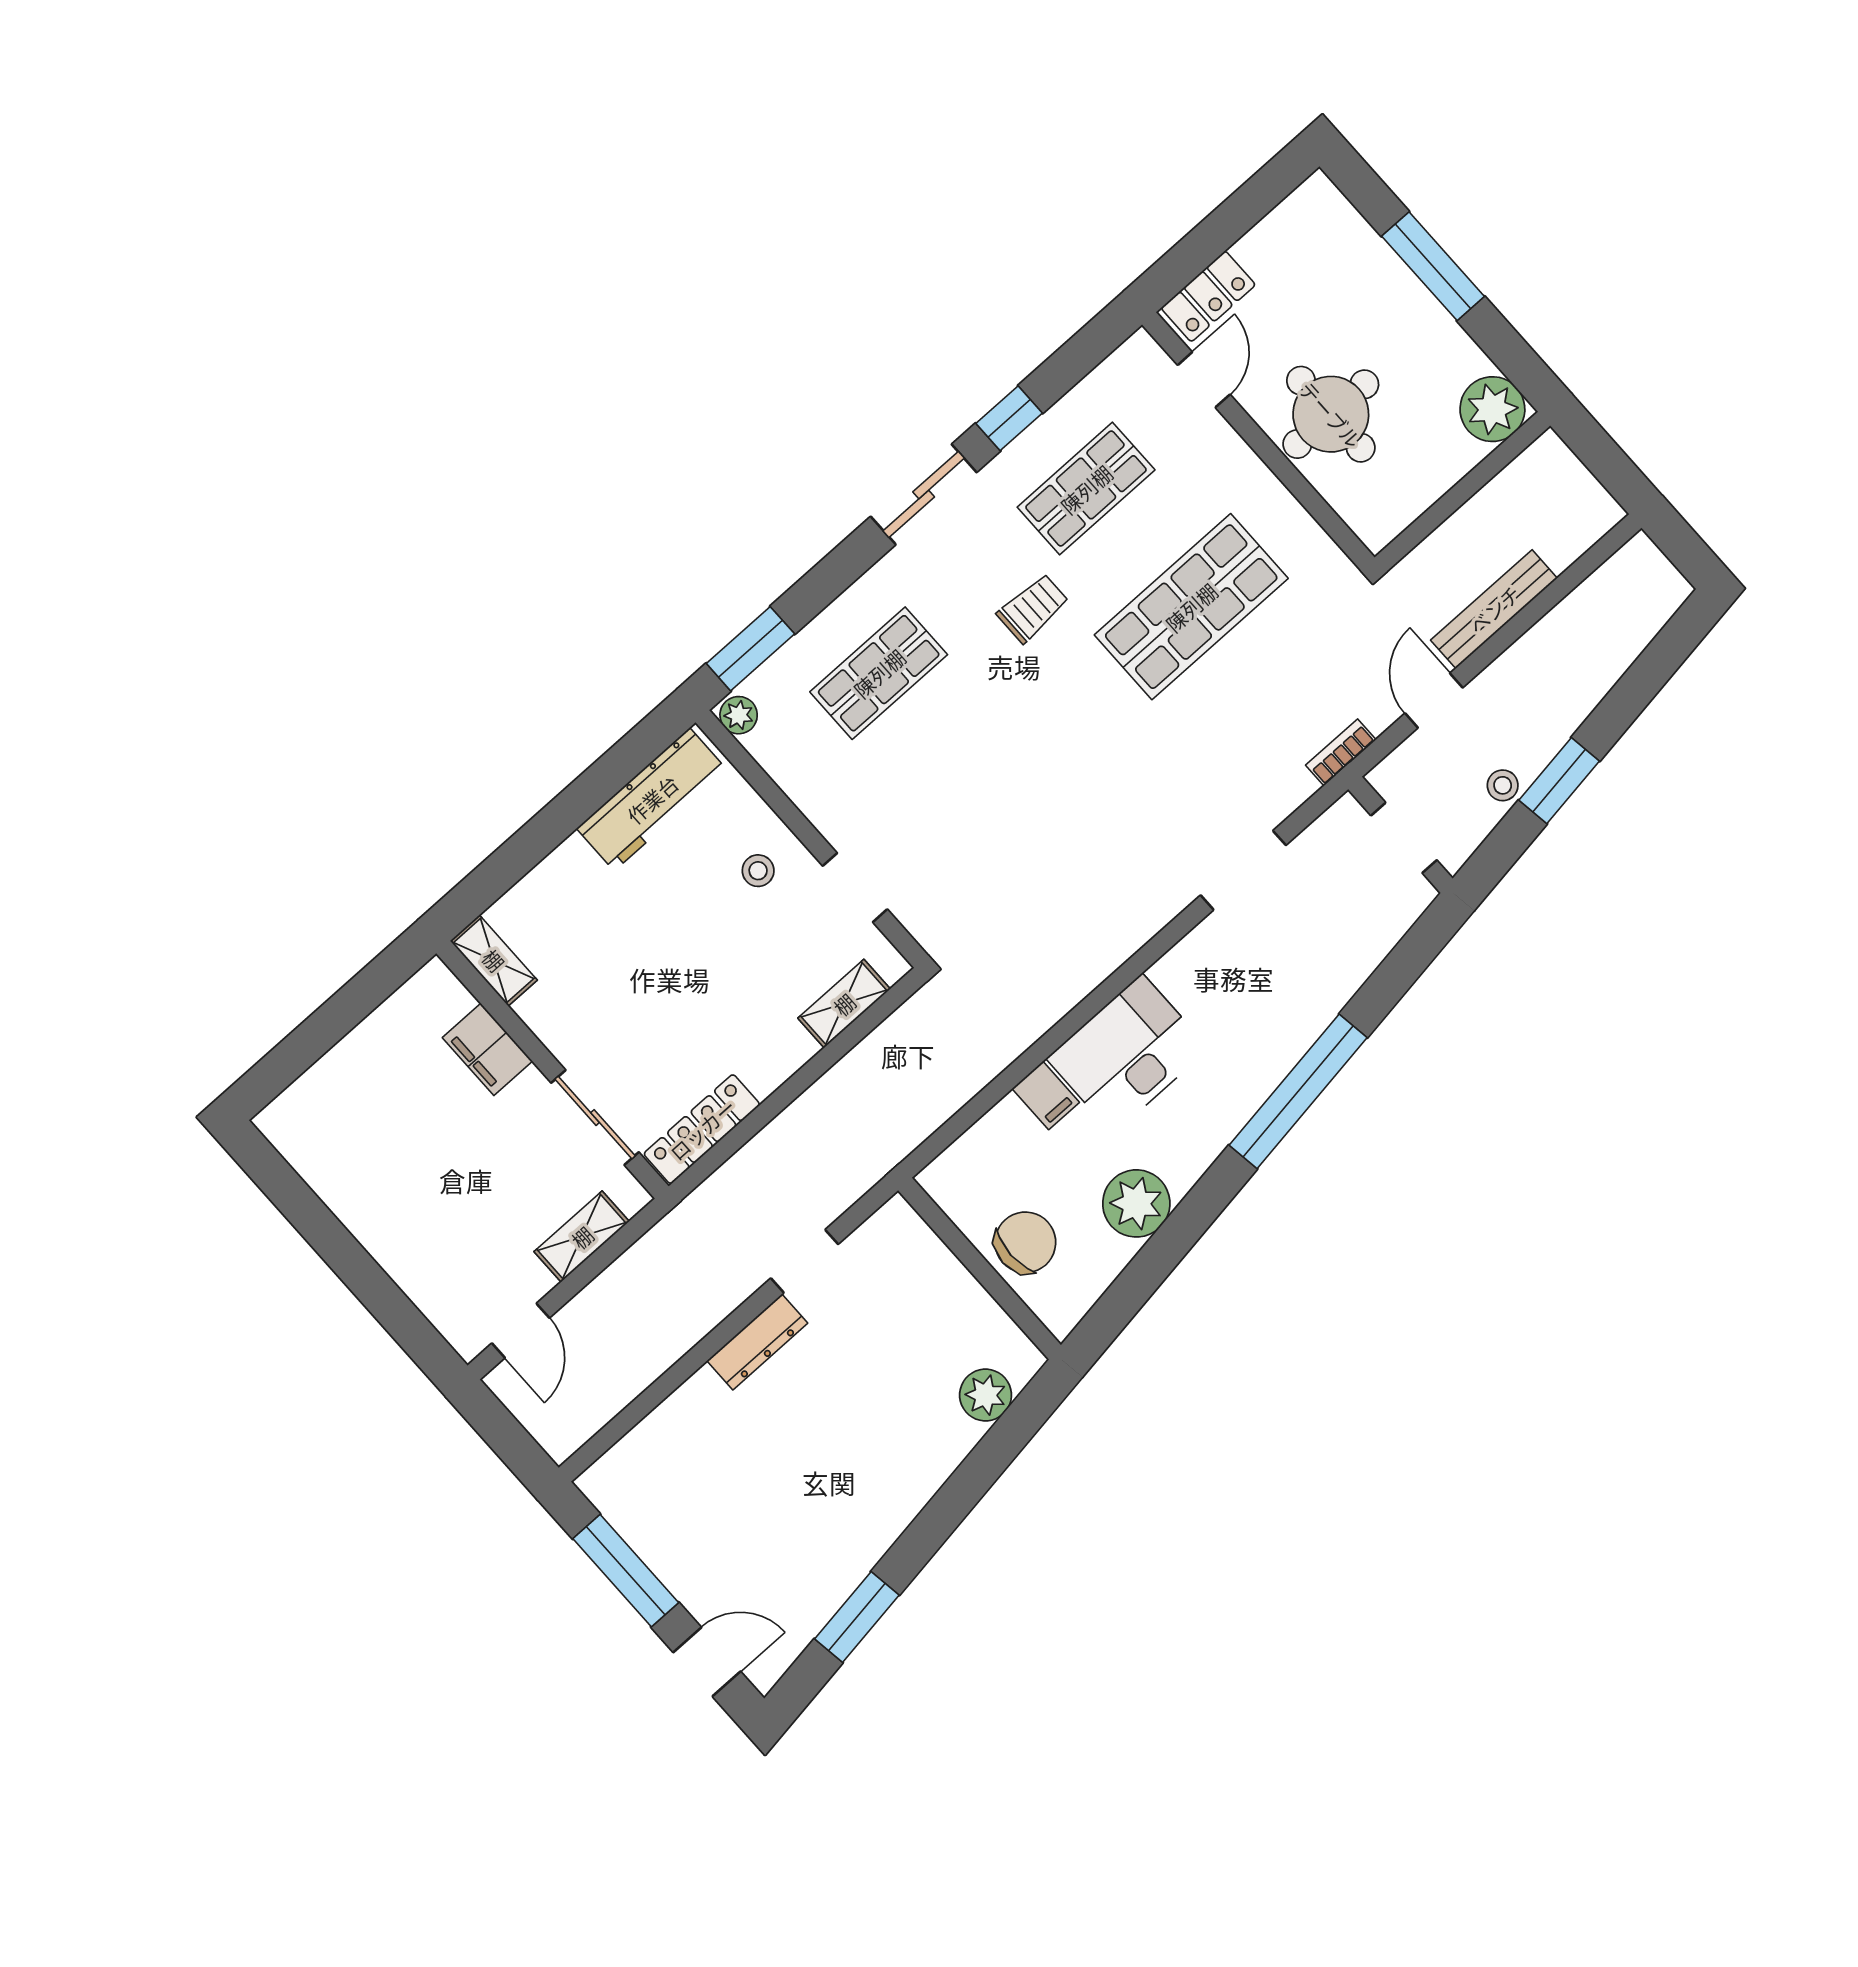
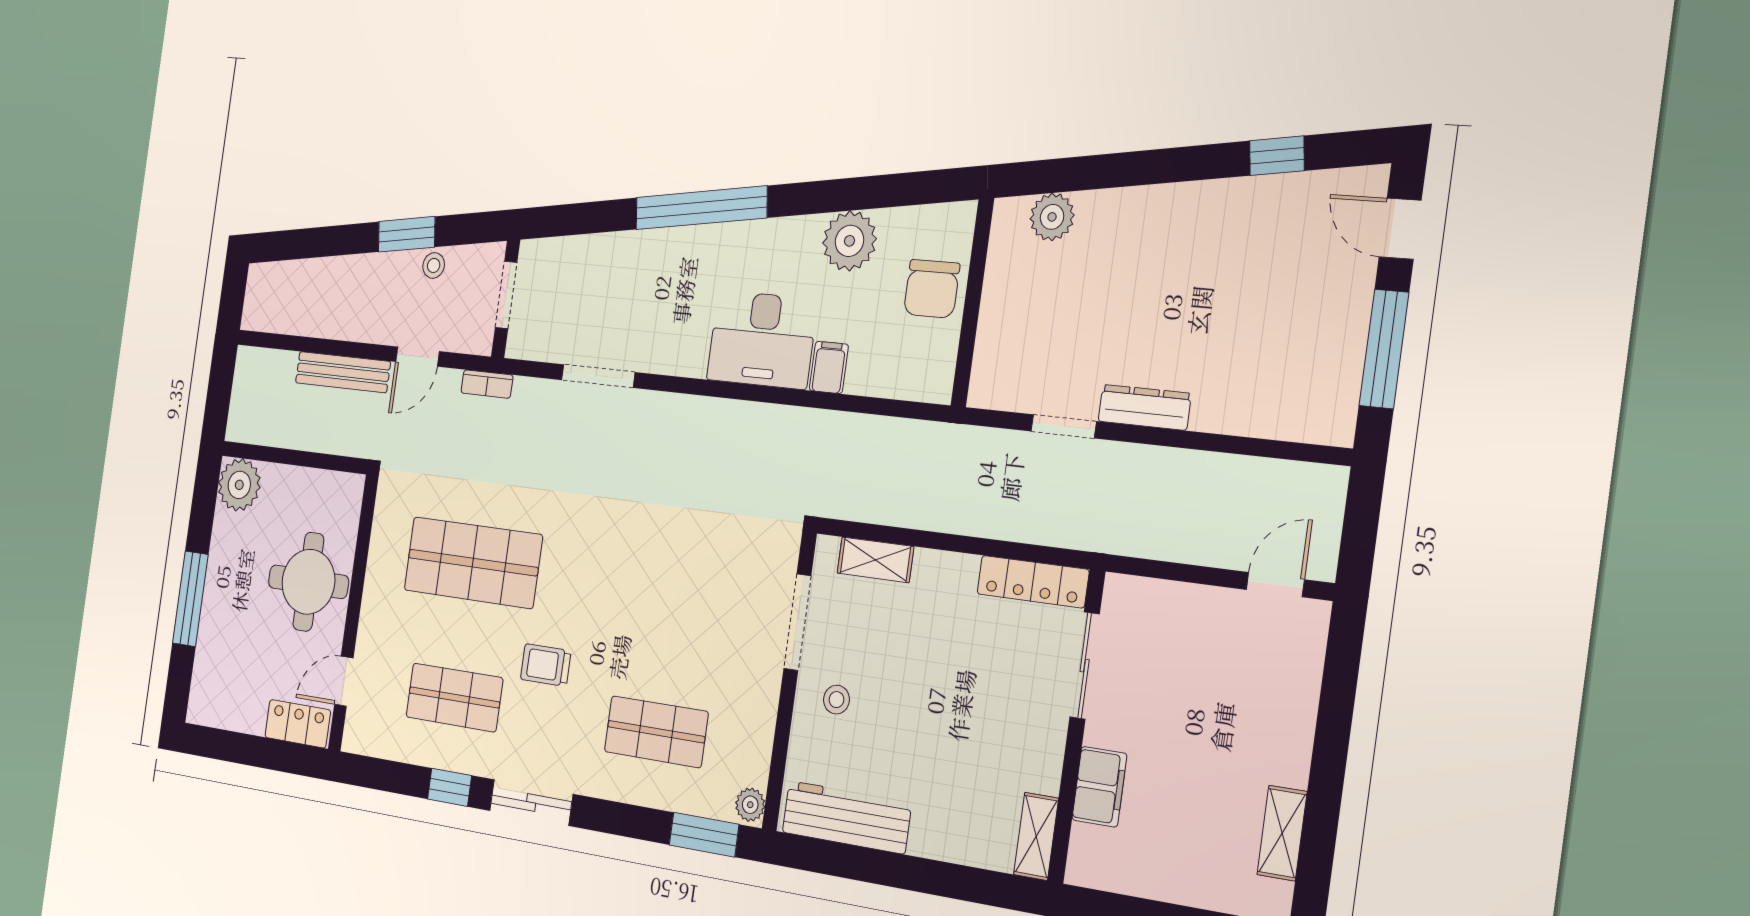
doorway: (855, 888) -> (797, 622), width x1.38
shelving: (582, 1237) -> (1282, 833), moved, turned 90
chair: (1025, 1242) -> (932, 289), turned -90
window: (857, 1617) -> (1277, 156), width x0.67

